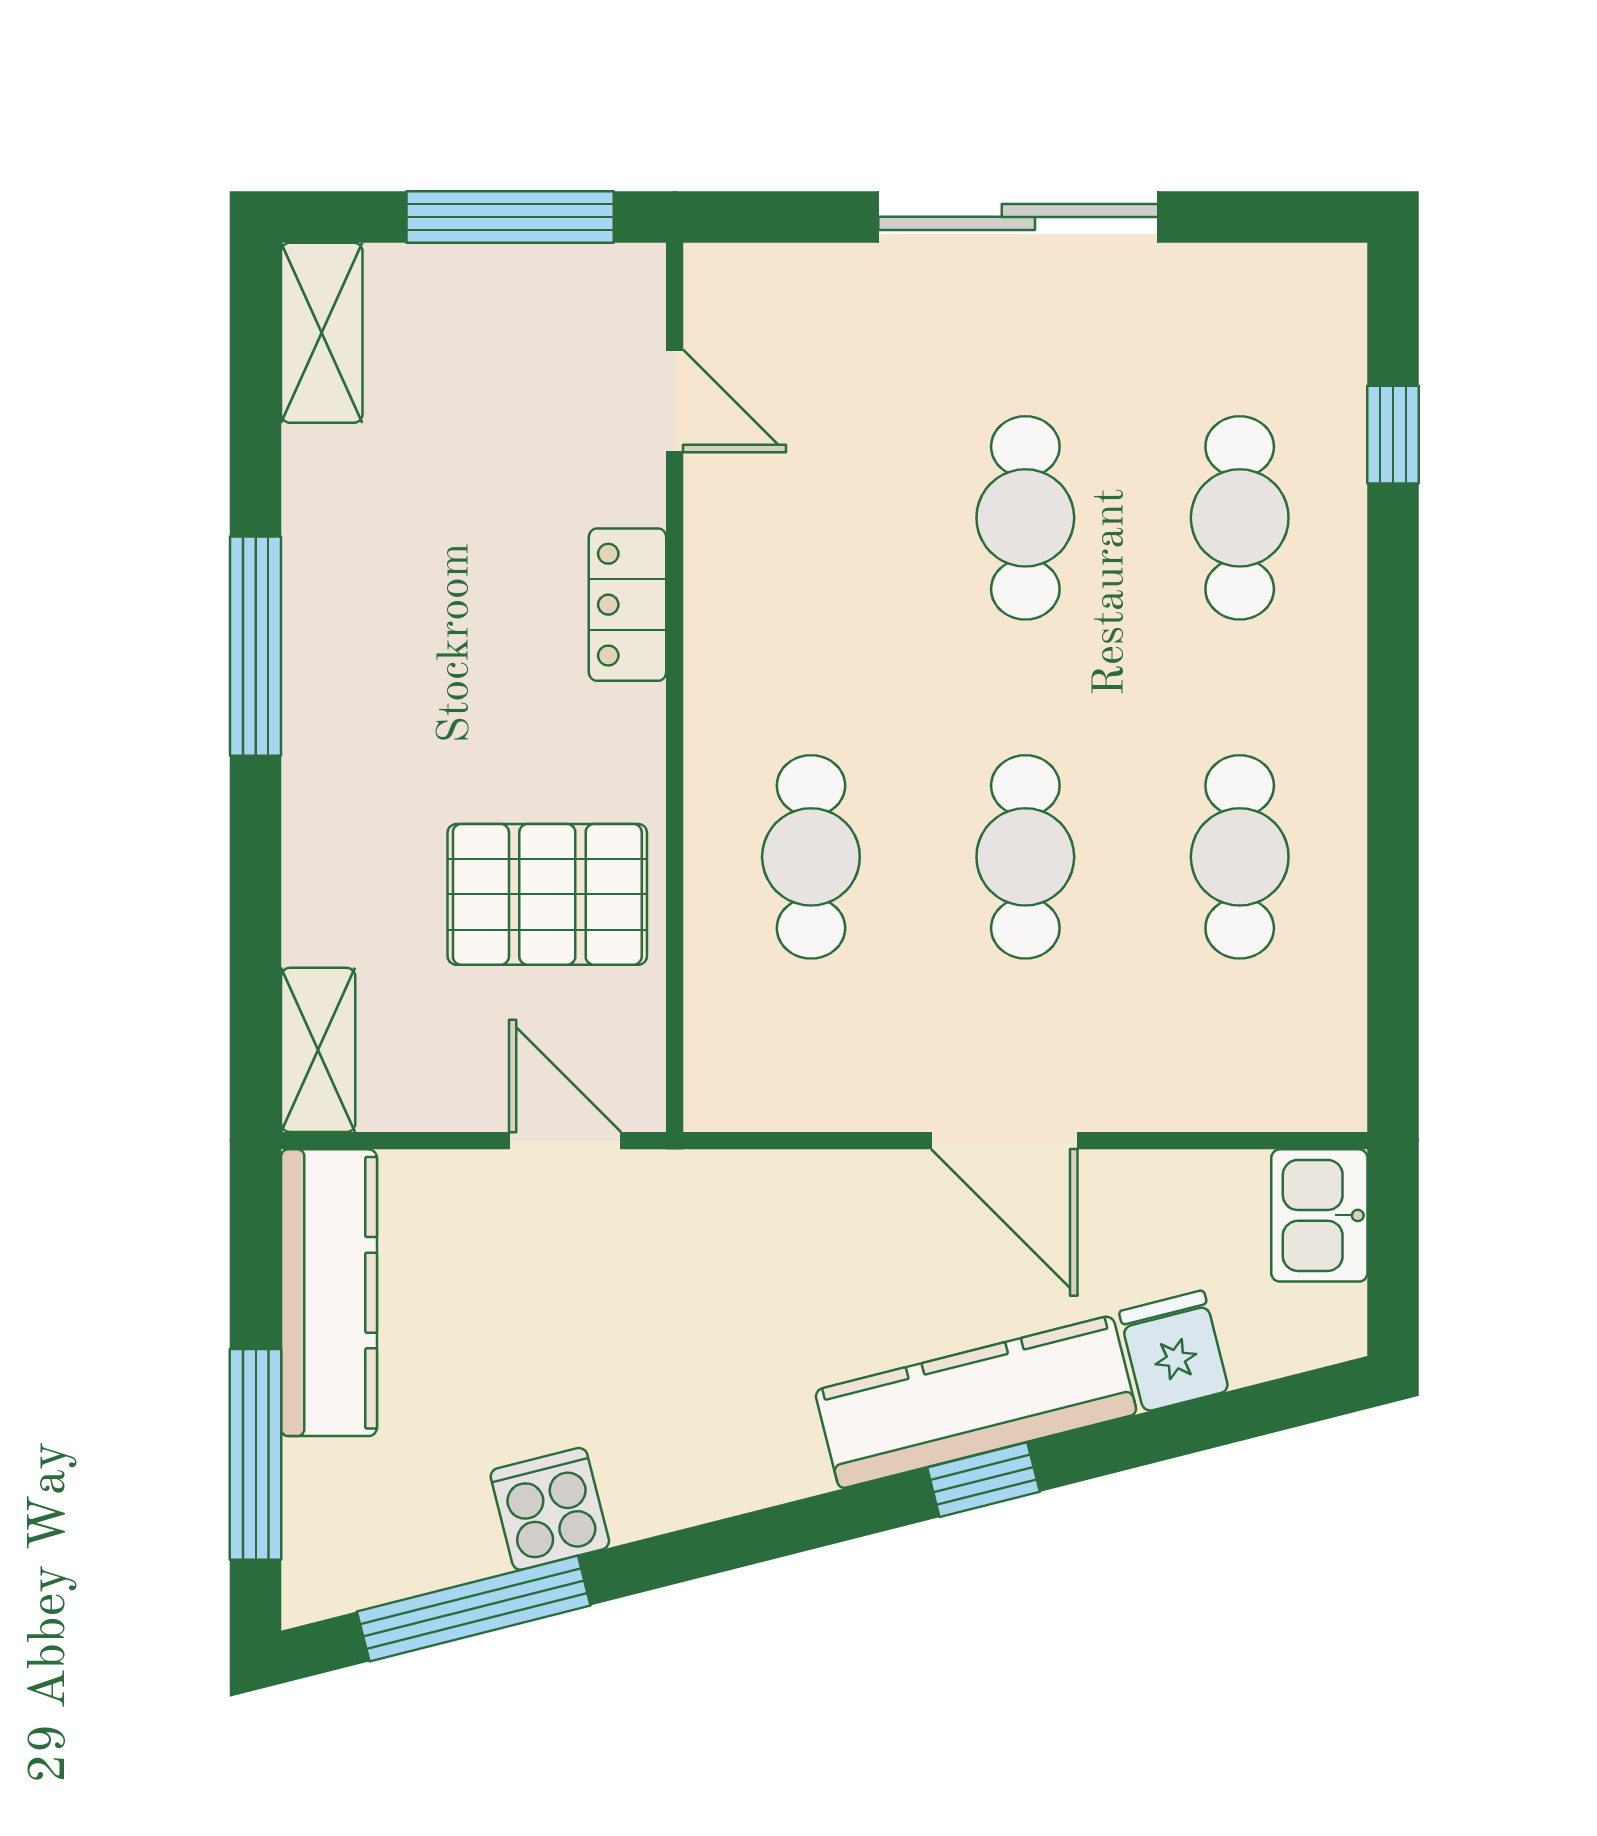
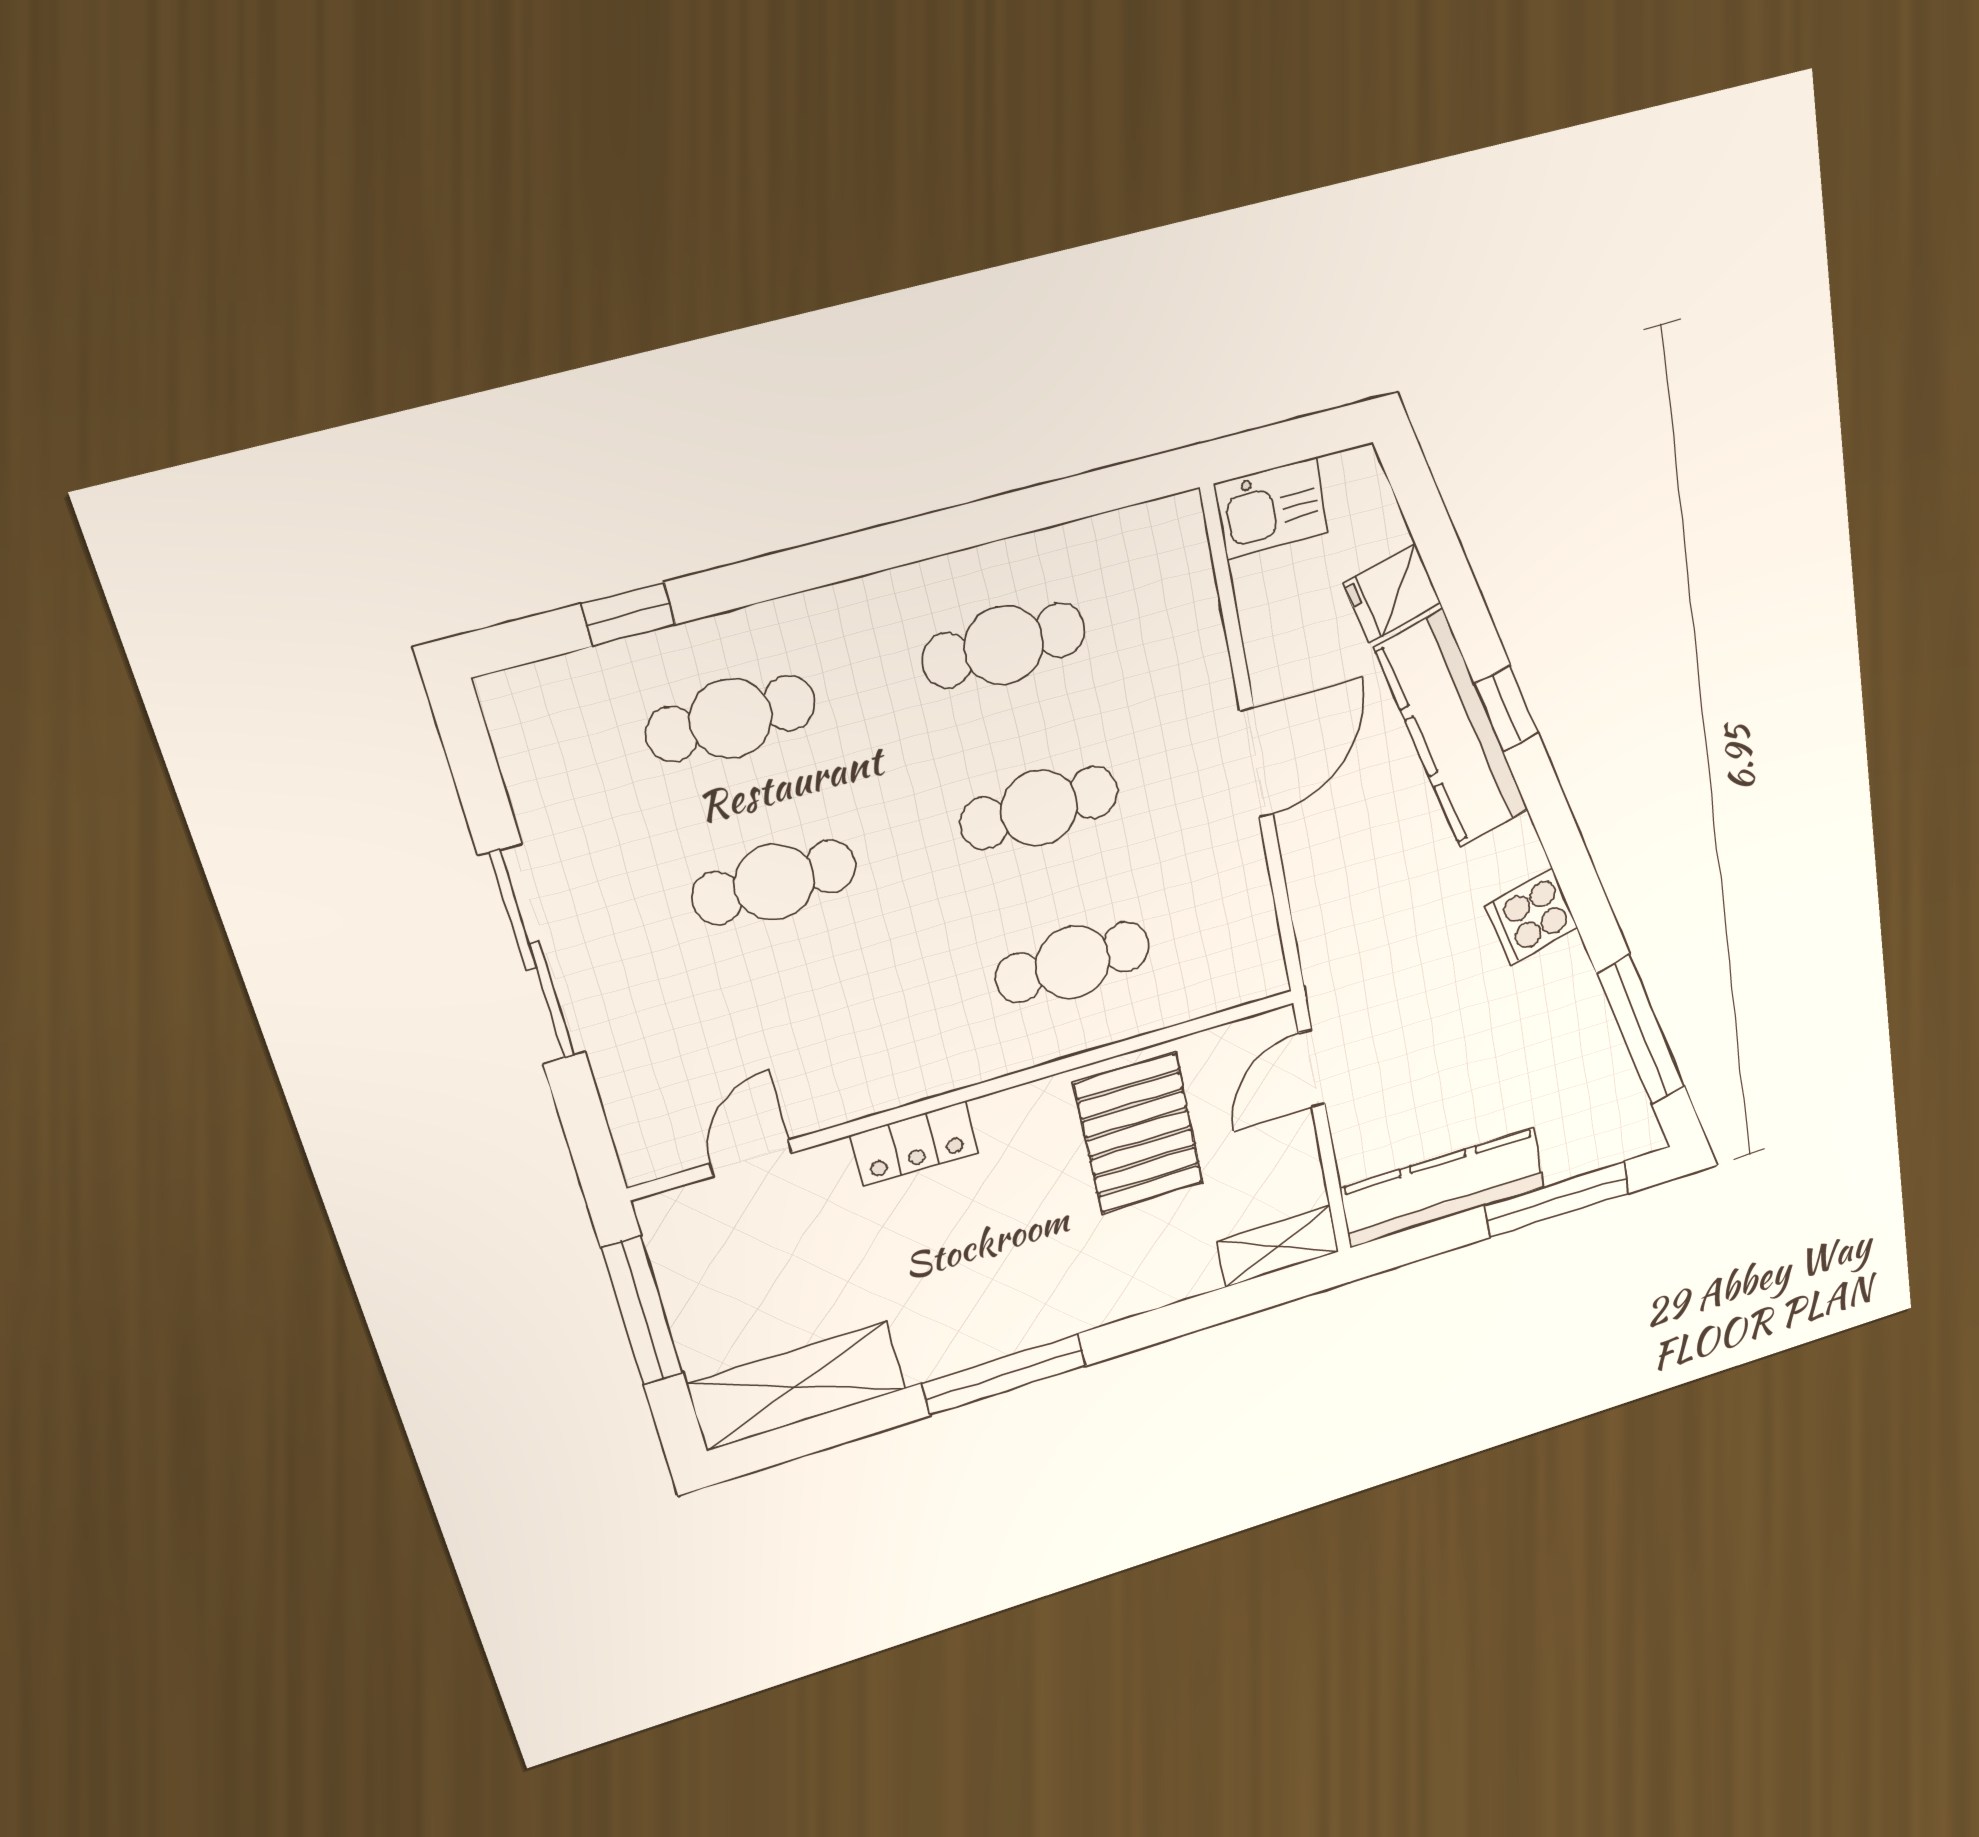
shelving: (322, 333) -> (797, 1386), width x1.50, depth x1.33
cooker: (550, 1509) -> (1531, 917), moved

